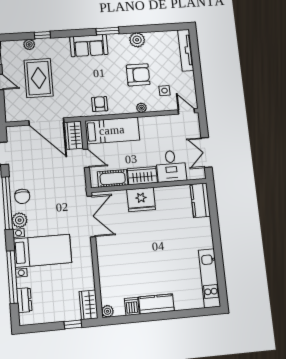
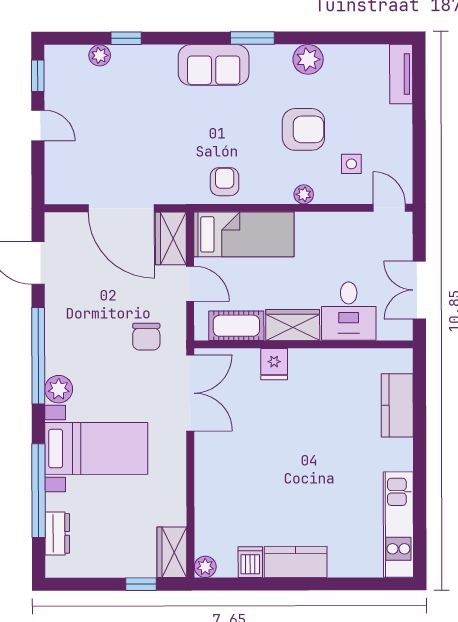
tv unit: (186, 50) -> (401, 74), width x0.71
rug: (39, 78) -> (113, 123), removed
chair: (22, 196) -> (146, 337), moved
fridge: (141, 200) -> (274, 364), width x0.53, depth x0.75
kitchen counter: (200, 200) -> (397, 405), moved

